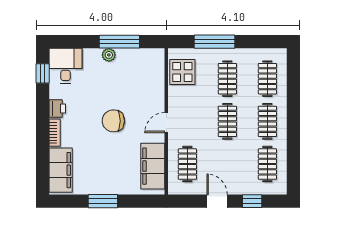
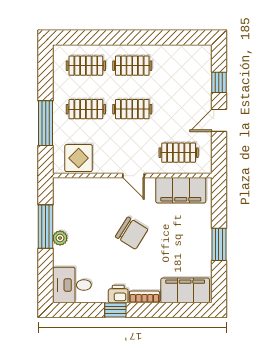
window: (43, 73) -> (115, 310), moved
chair: (113, 121) -> (132, 233), turned -58
clothes rail: (267, 164) -> (179, 66), removed

